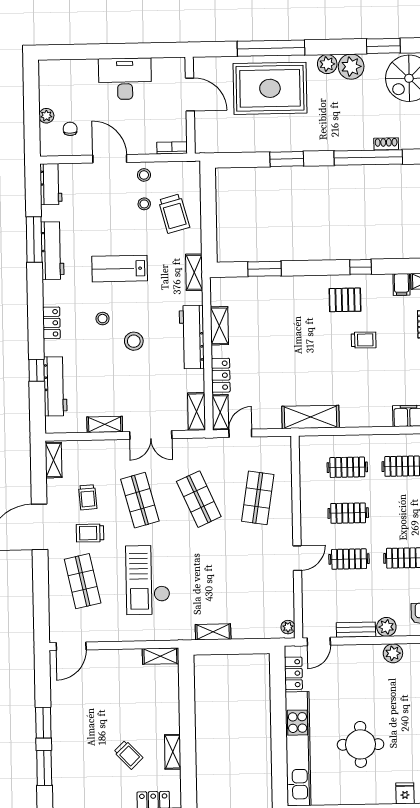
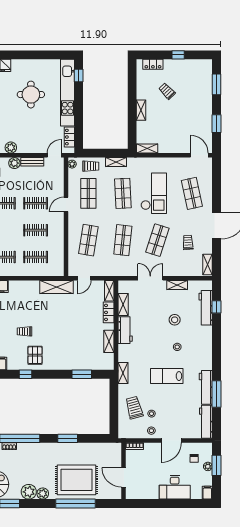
filing cabinet: (47, 71) -> (207, 493), added
desk: (125, 79) -> (175, 487), moved
window: (32, 118) -> (216, 465), added
door: (110, 159) -> (171, 440), hinge flipped
workbench: (51, 184) -> (206, 422), width x1.38
lab bench: (120, 269) -> (167, 376), turned 180
pallet: (345, 300) -> (35, 355), turned 90
locker: (51, 323) -> (207, 345), removed
workbench: (192, 337) -> (125, 330), width x0.73
stool: (134, 341) -> (175, 320), moved
window: (37, 370) -> (216, 307), moved
shelving: (197, 412) -> (123, 305), moved
door: (240, 433) -> (84, 278), moved
shop shelf: (199, 499) -> (123, 240), turned 30
shop shelf: (140, 500) -> (157, 240), turned 33
trolley: (90, 533) -> (91, 166), moved
shop shelf: (259, 578) -> (88, 193), added
shop shelf: (200, 579) -> (123, 193), added
door: (71, 646) -> (199, 155), hinge flipped
window: (43, 723) -> (216, 124), moved
shelving: (173, 752) -> (141, 110), moved
window: (280, 779) -> (79, 75), added

